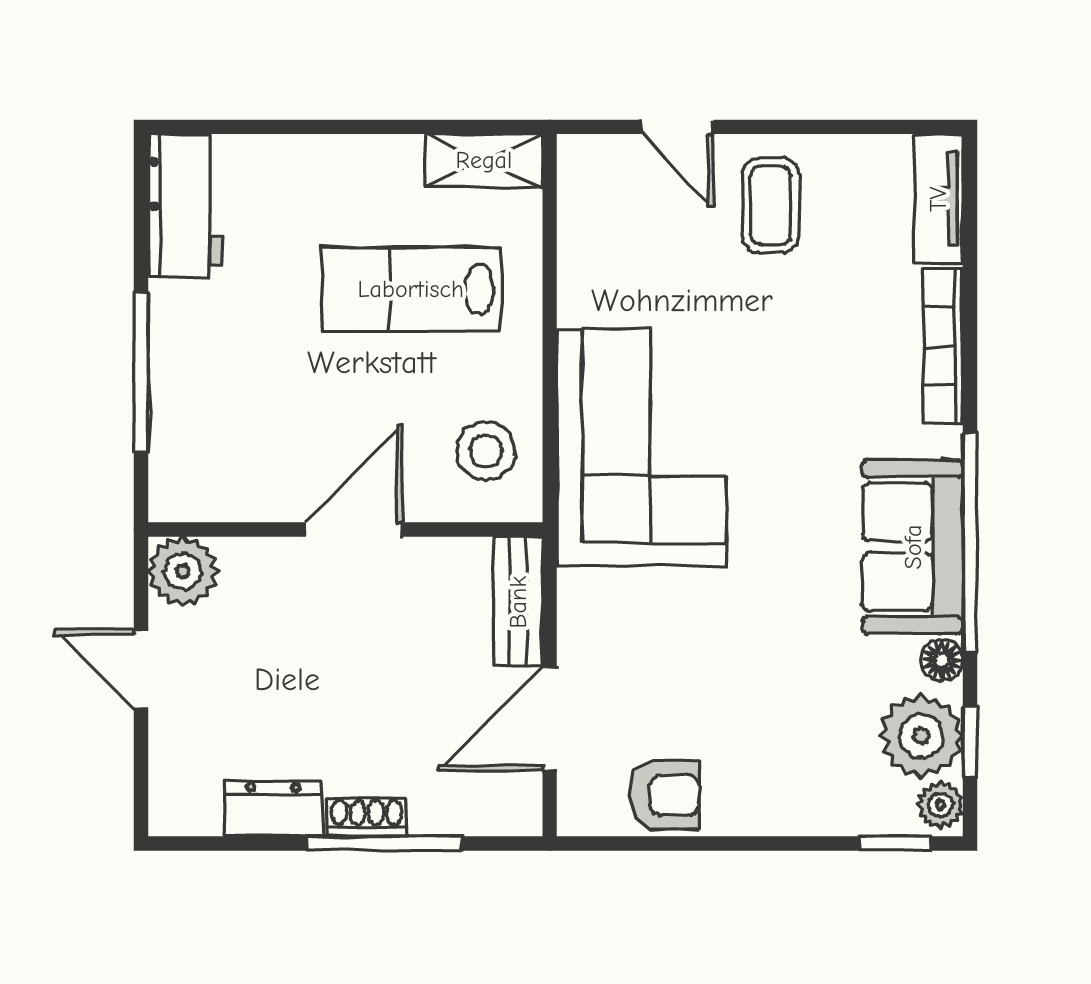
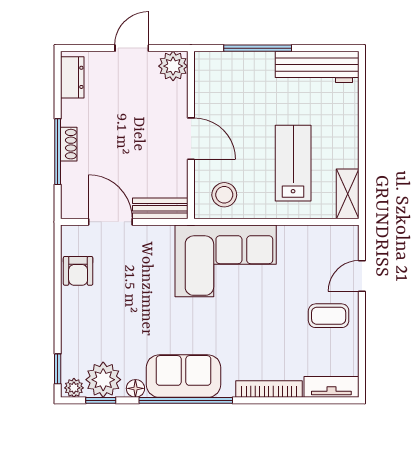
workbench: (185, 205) -> (317, 67), width x1.38
dresser: (273, 809) -> (72, 77), moved

